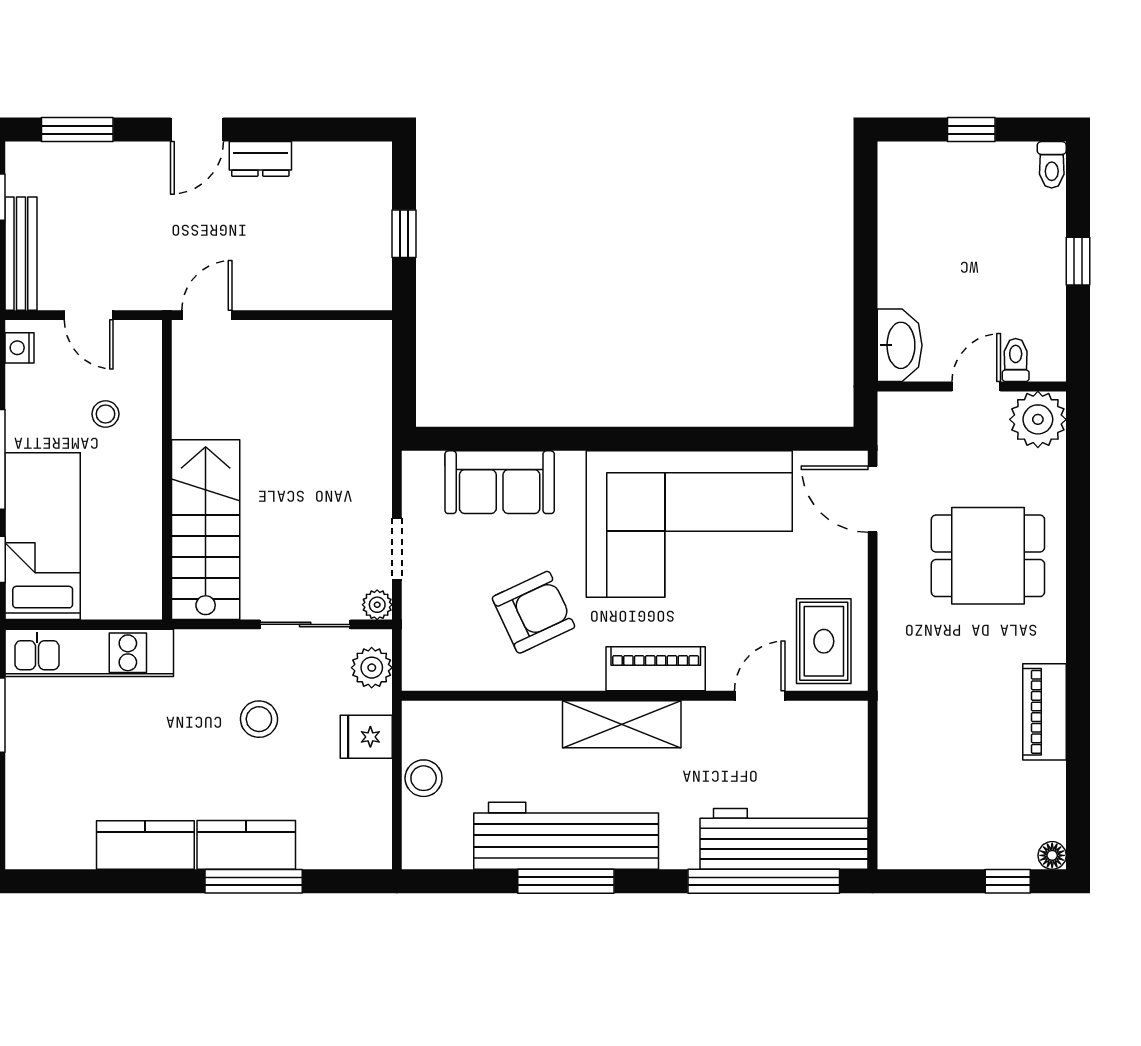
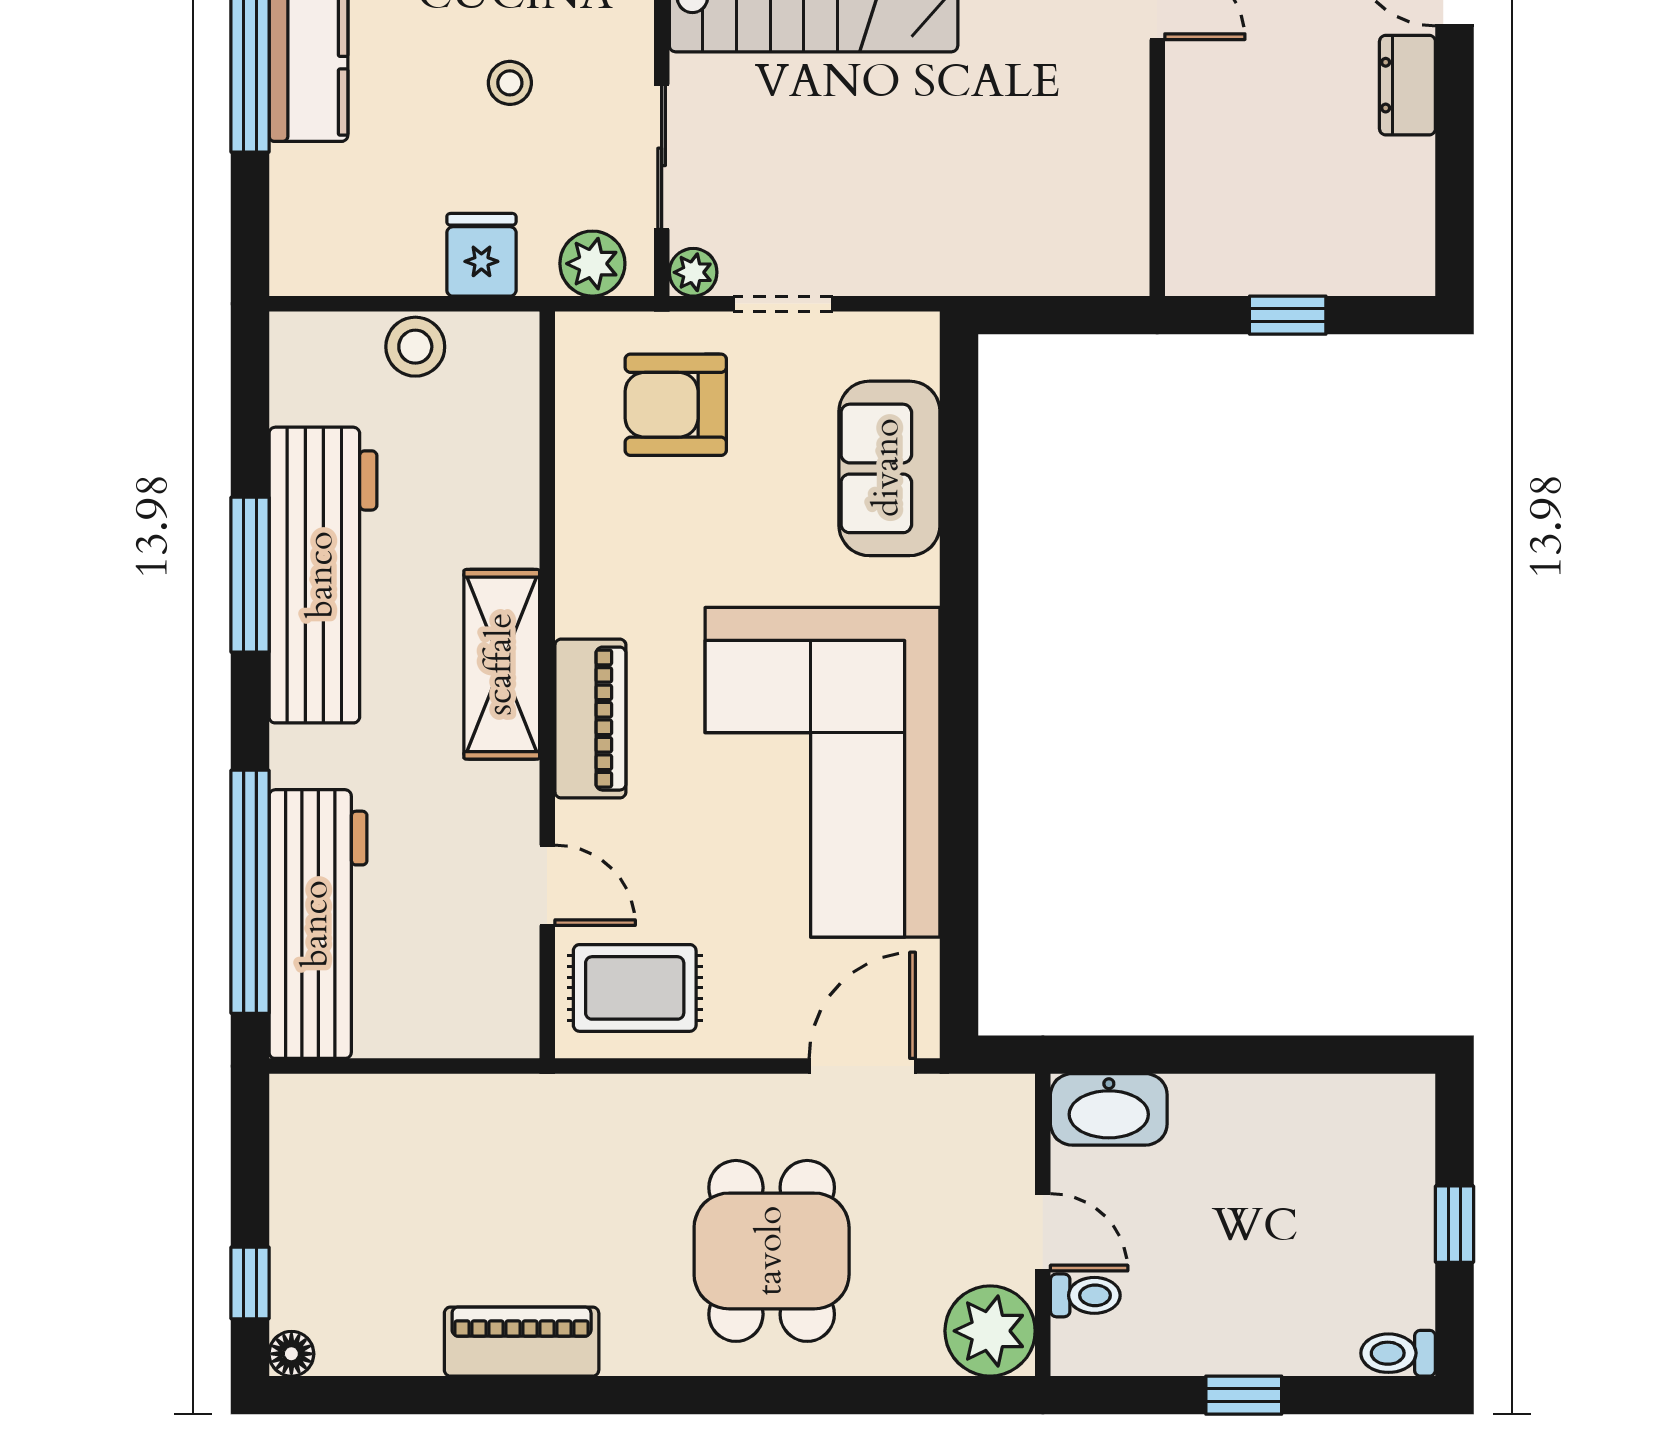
armchair: (533, 612) -> (676, 405), moved, turned 115
stool: (259, 719) -> (510, 83), width x0.73, depth x0.73

